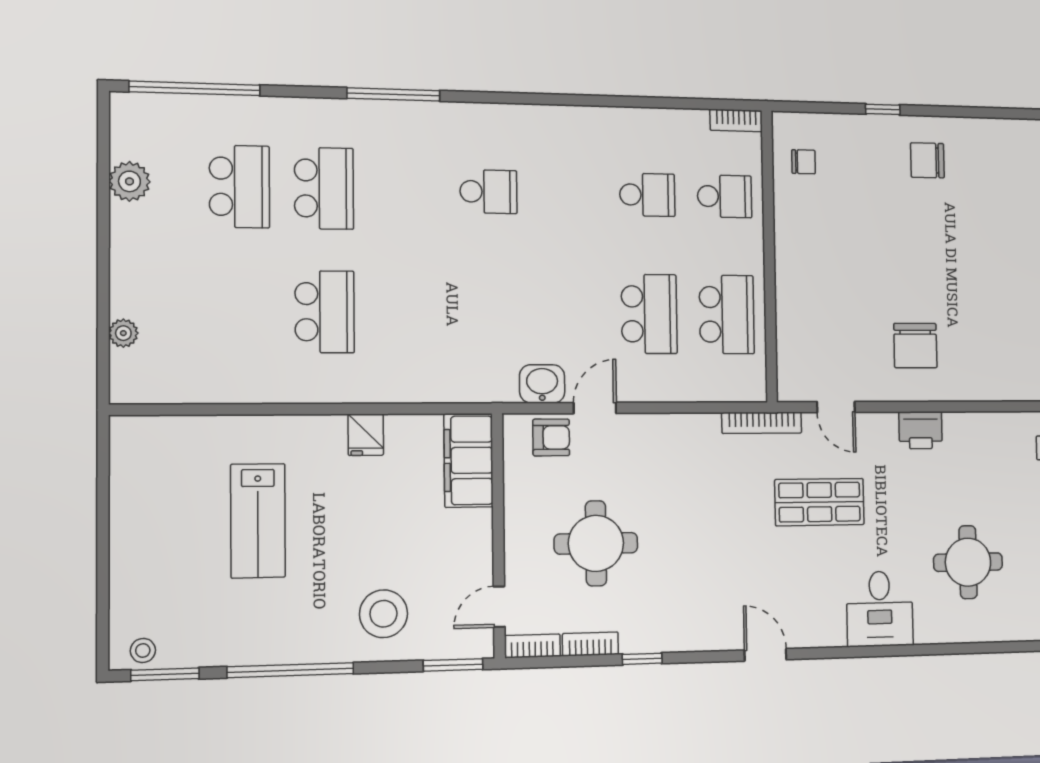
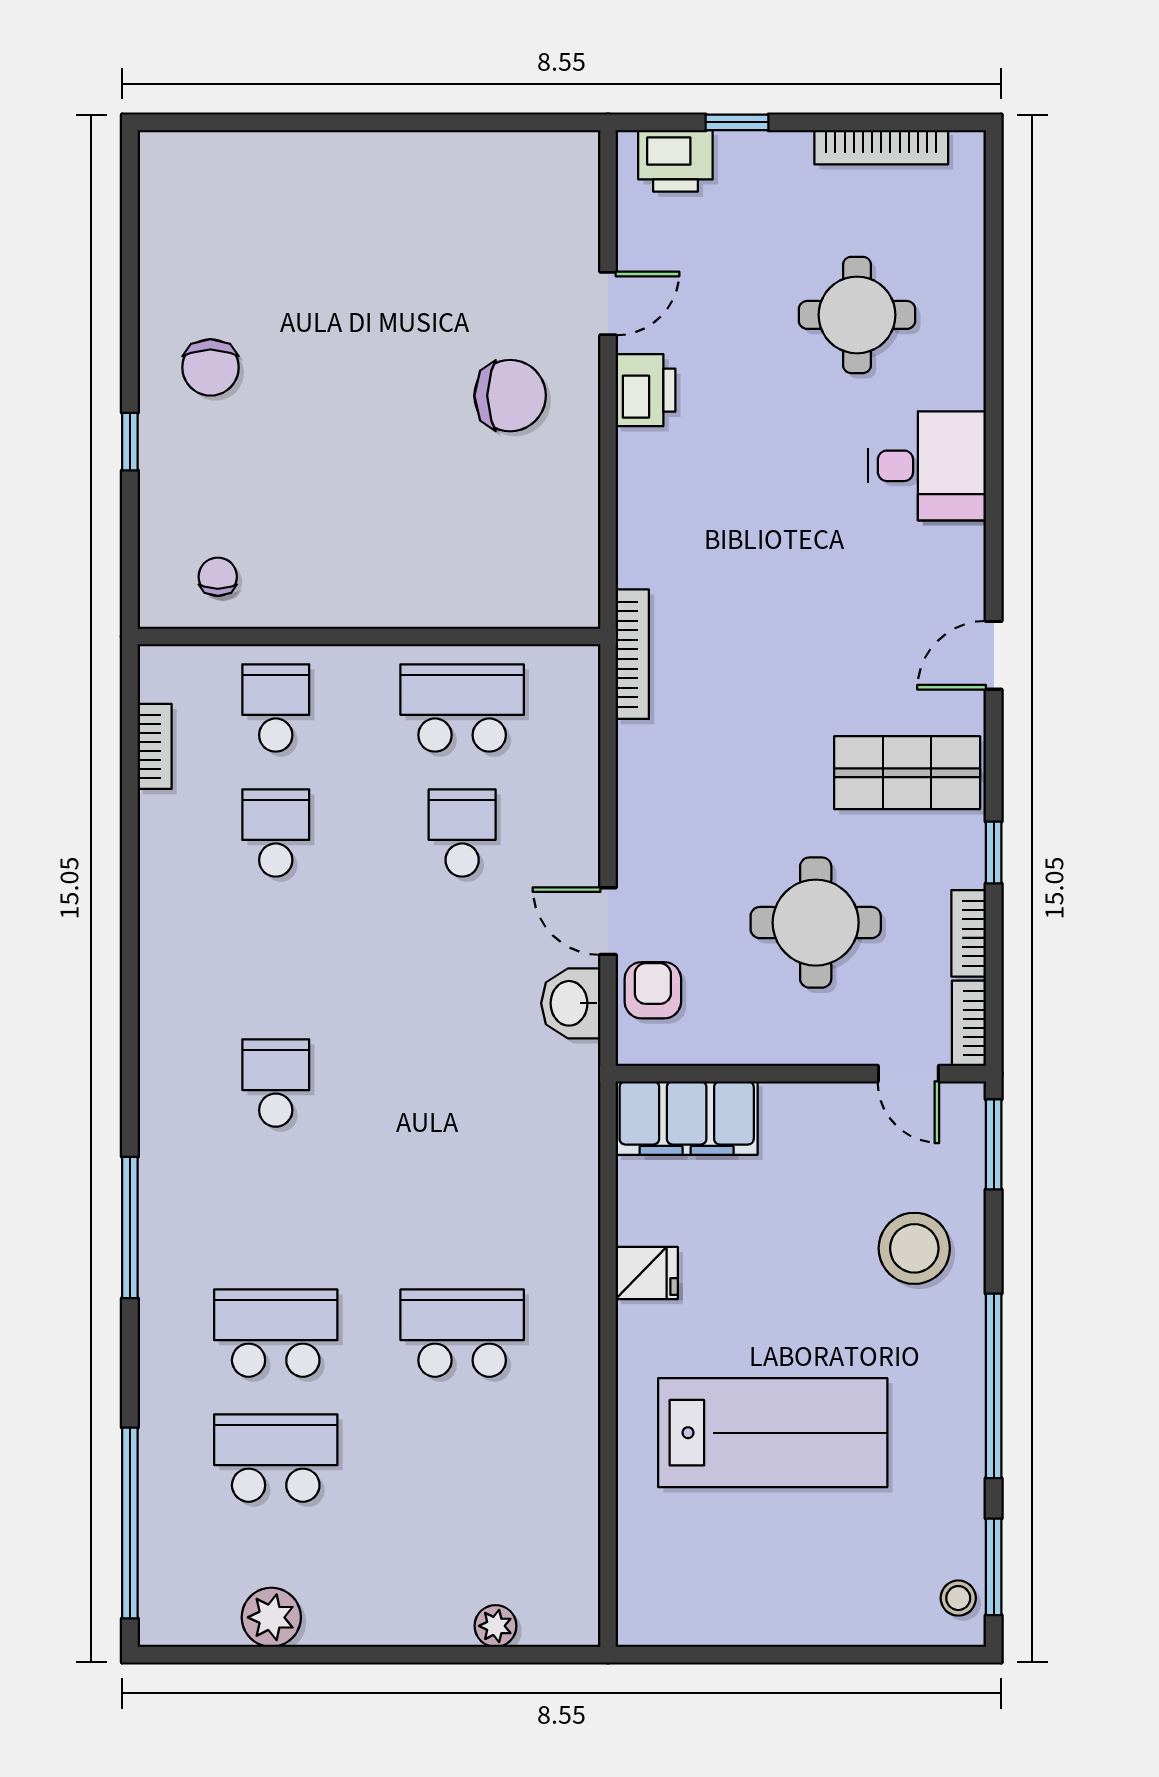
bookcase: (736, 120) -> (155, 746), moved
school desk: (649, 314) -> (462, 833), width x0.54
door: (836, 407) -> (608, 303), moved
shop shelf: (819, 502) -> (907, 773), moved, turned 90
lab bench: (258, 521) -> (773, 1433), width x1.36, depth x1.39

